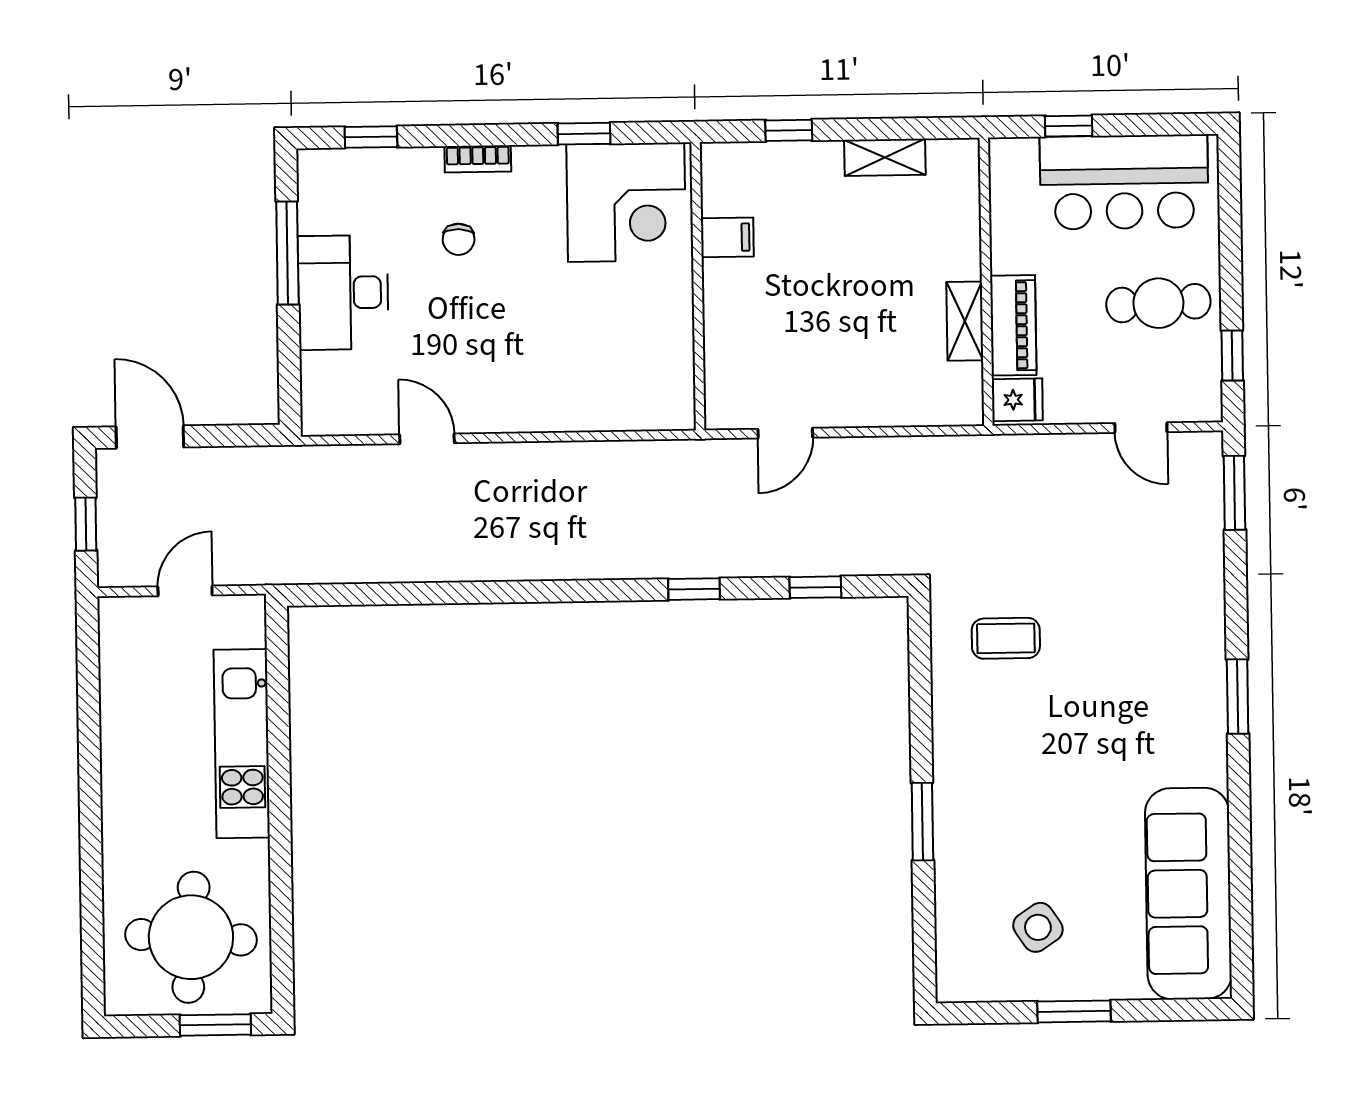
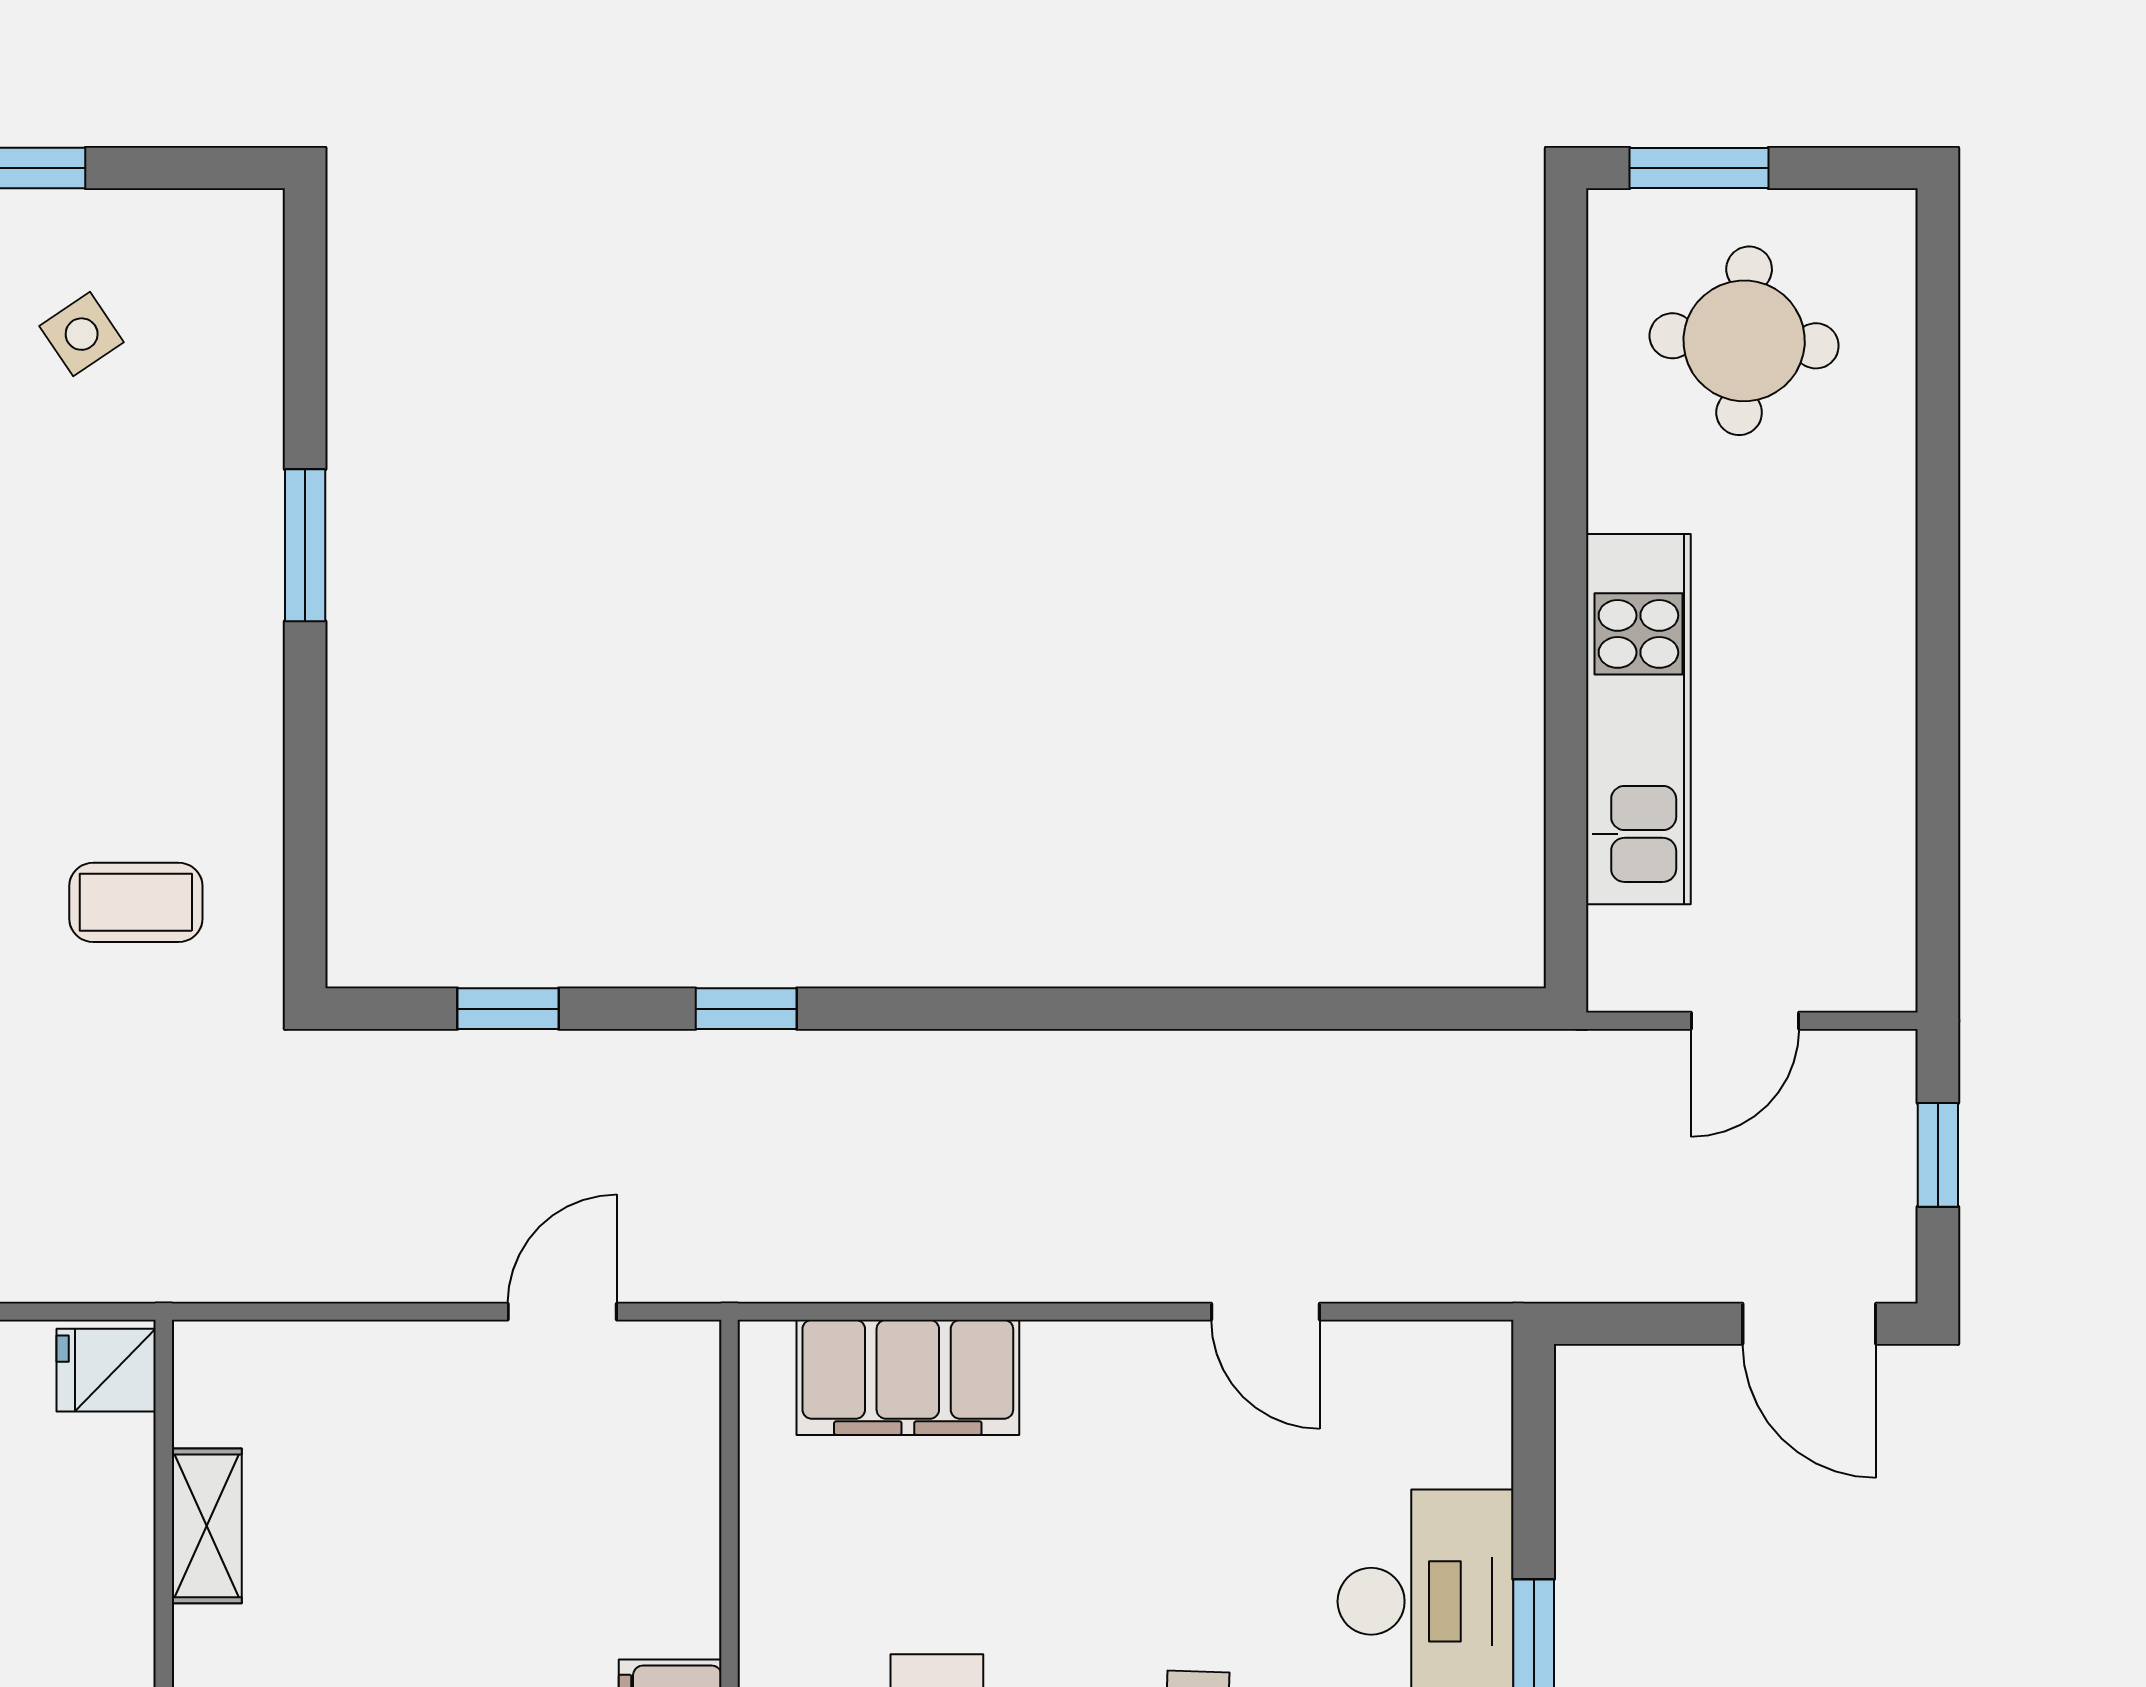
piano: (1013, 325) -> (112, 1516), removed
filing cabinet: (609, 402) -> (908, 1377), added
side table: (1038, 927) -> (82, 334), width x0.73, depth x0.73
round table: (191, 937) -> (1744, 341), width x0.73, depth x0.73

